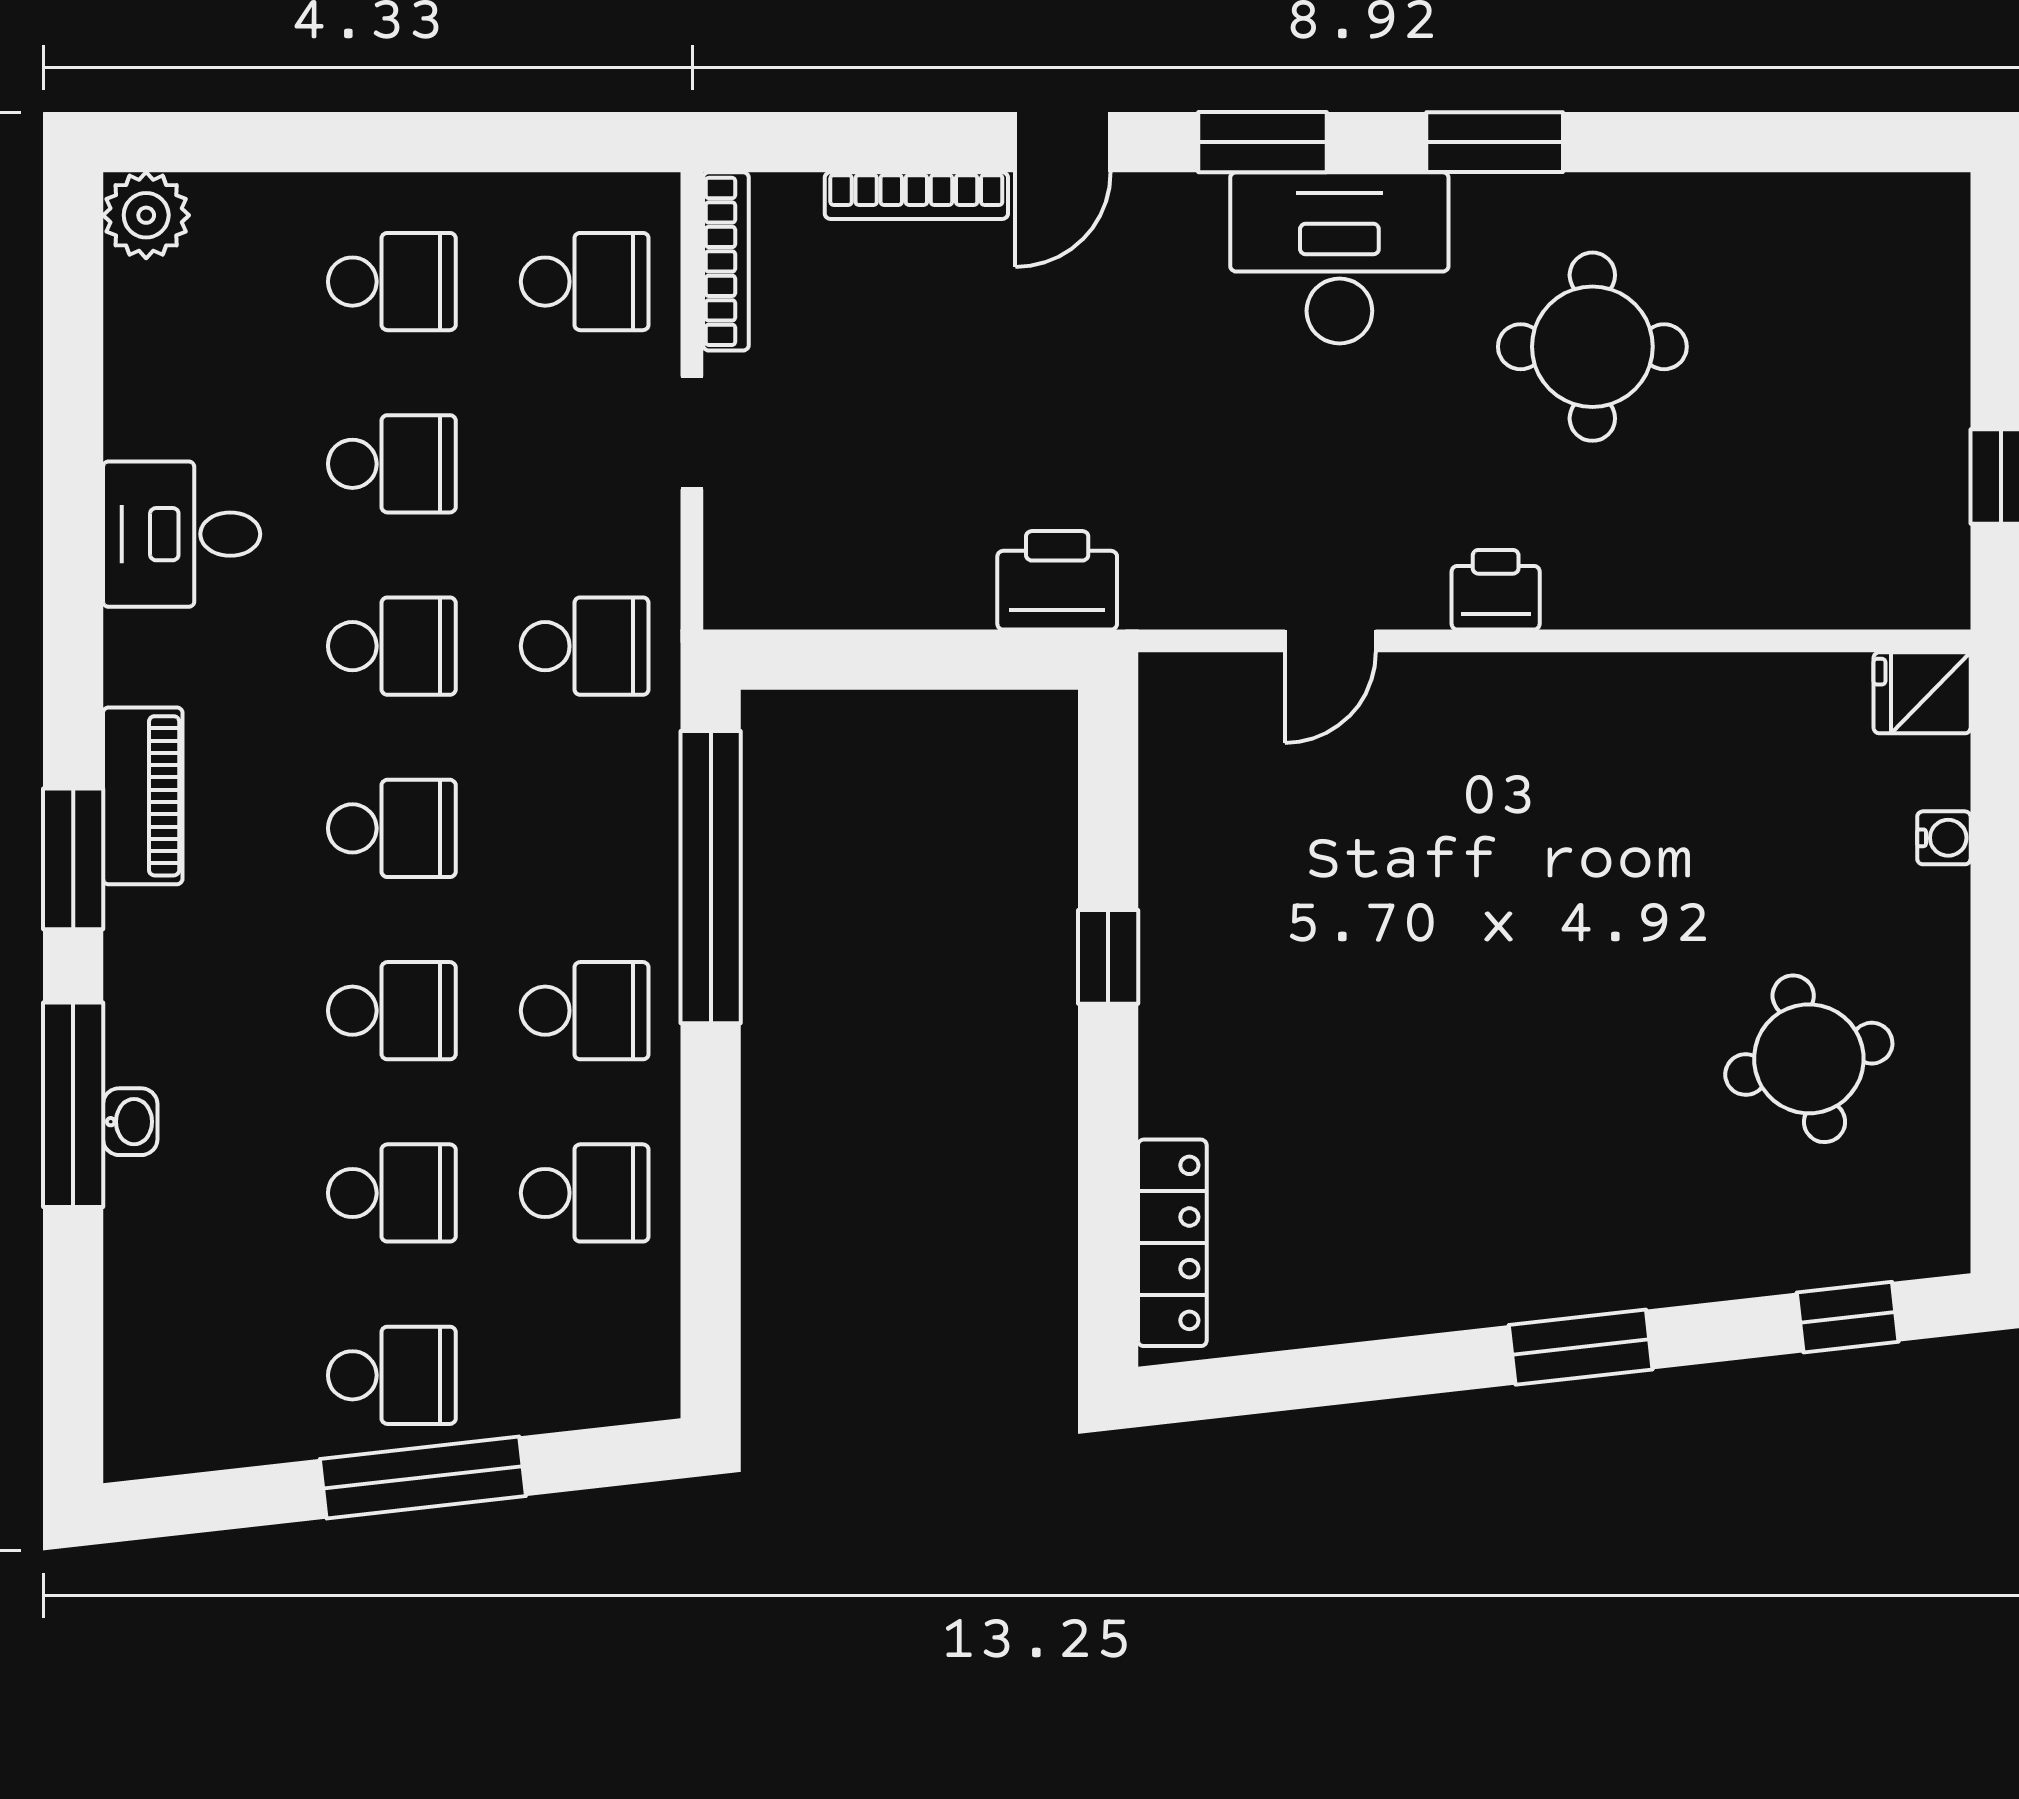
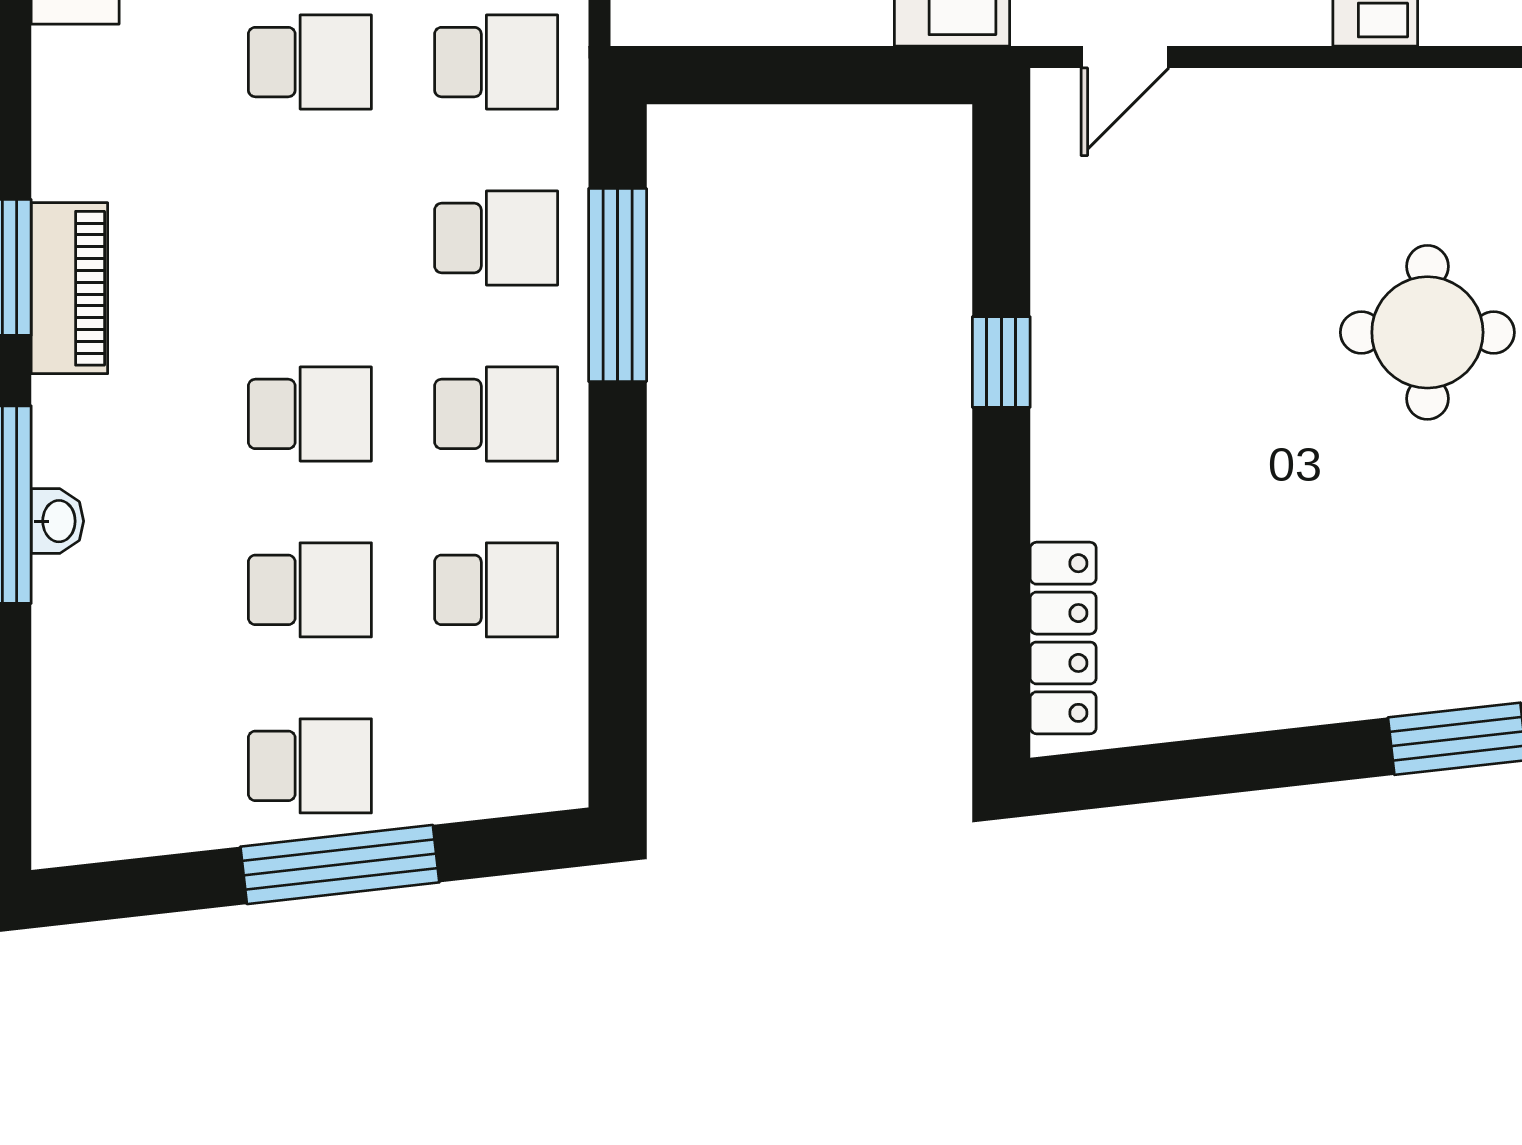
door: (1330, 641) -> (1125, 57), moved
piano: (143, 796) -> (69, 288), moved
school desk: (392, 828) -> (496, 238), moved
window: (711, 877) -> (618, 285), width x0.68
round table: (1550, 926) -> (1427, 332), added

